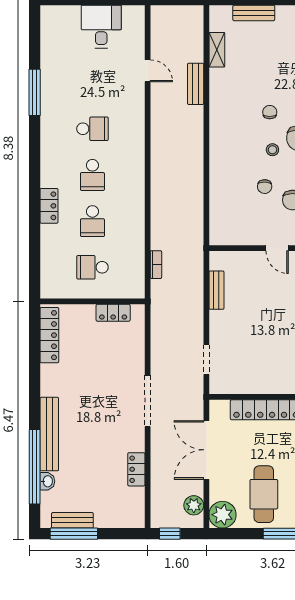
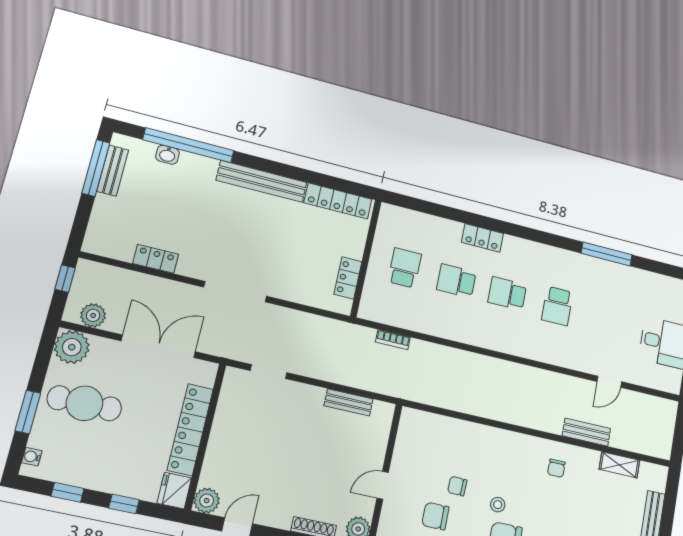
chair: (270, 112) -> (556, 468), moved, turned 90
bench: (49, 434) -> (262, 181), moved

